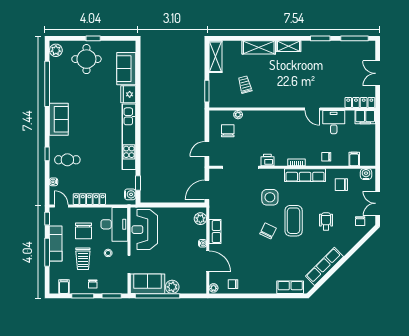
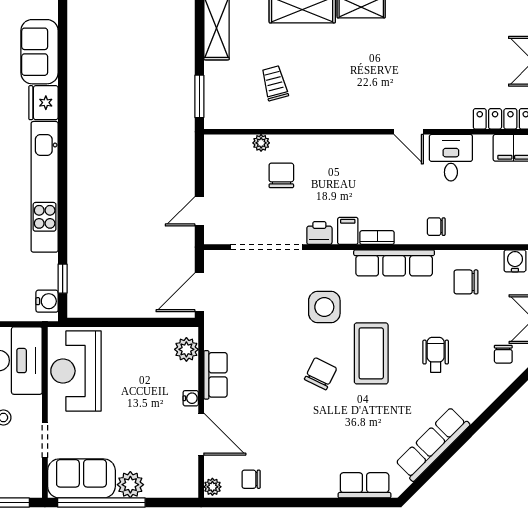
chair: (228, 131) -> (281, 175), moved
filing cabinet: (354, 159) -> (348, 231), moved

